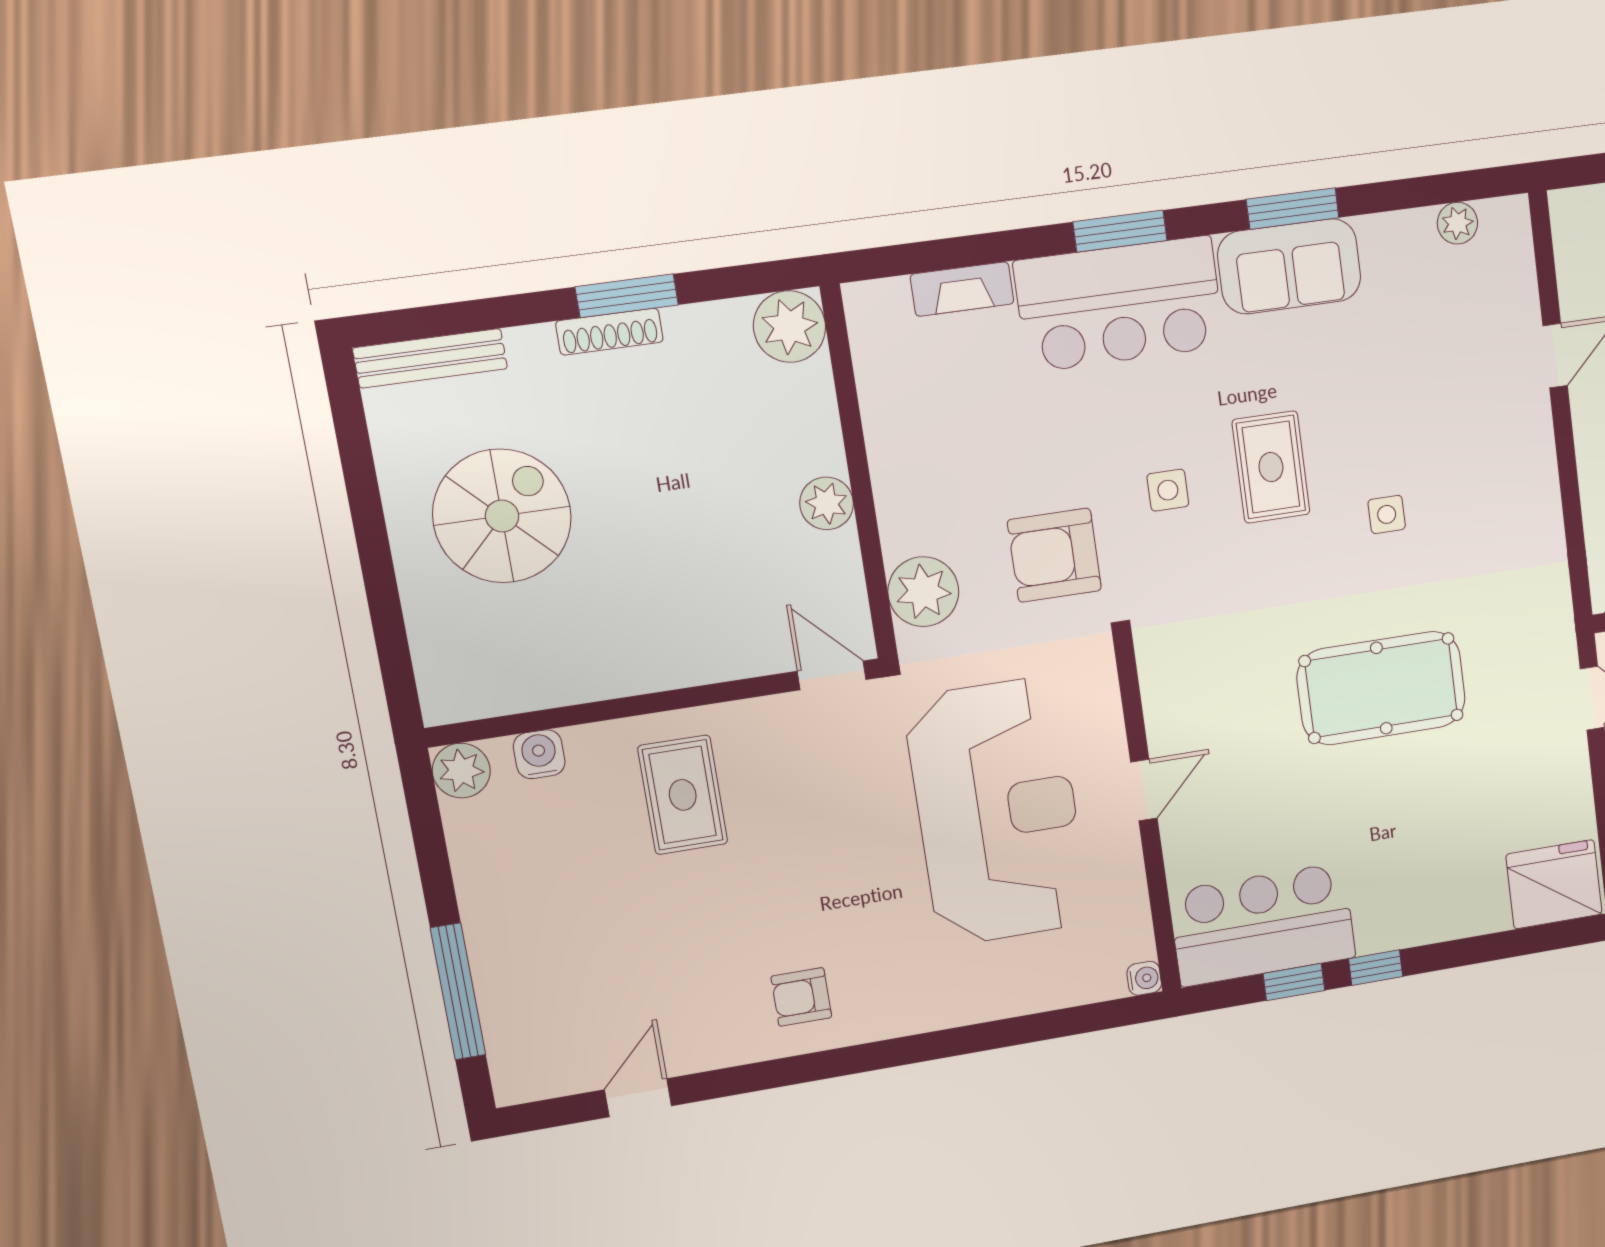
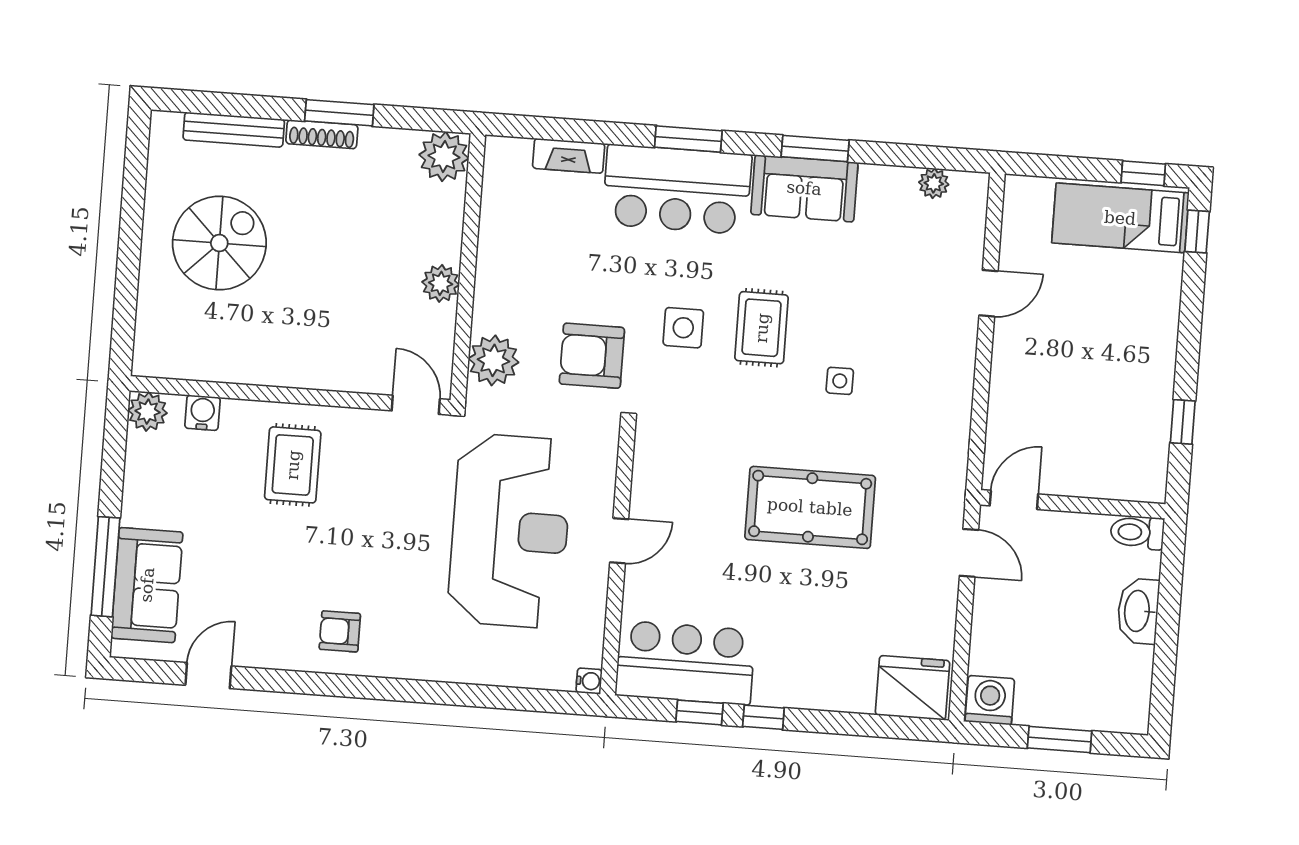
bench: (430, 358) -> (234, 130), moved
side table: (1168, 490) -> (683, 328), width x1.37, depth x1.37
sofa: (522, 1002) -> (147, 585), added

